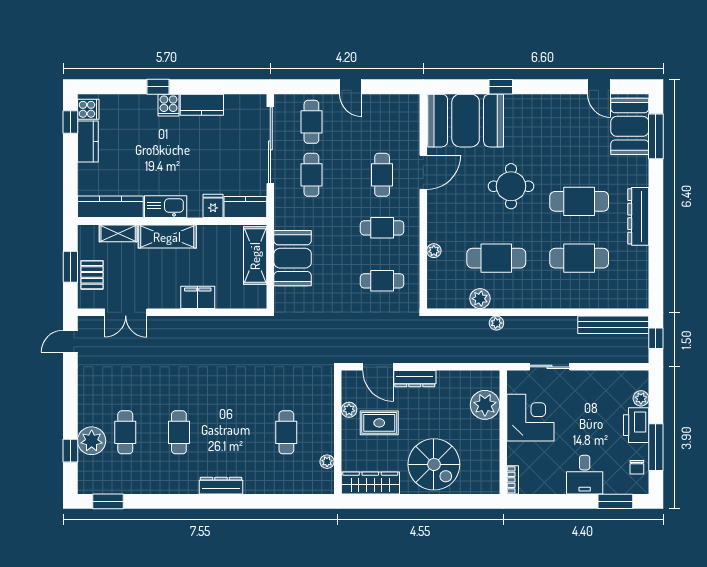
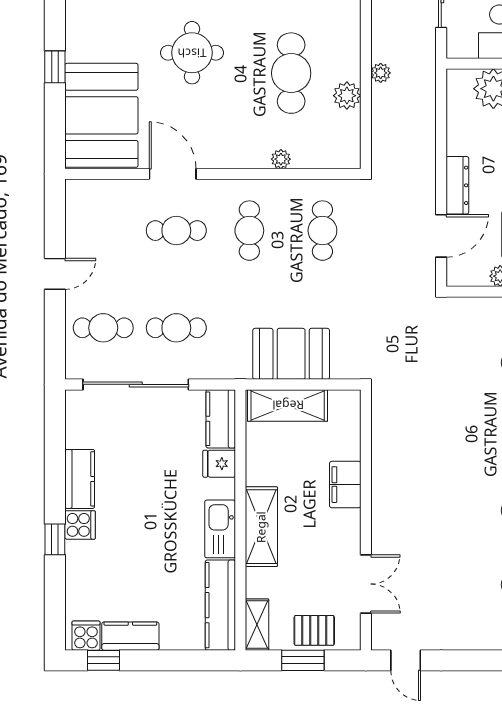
shelving: (118, 233) -> (257, 625), moved

